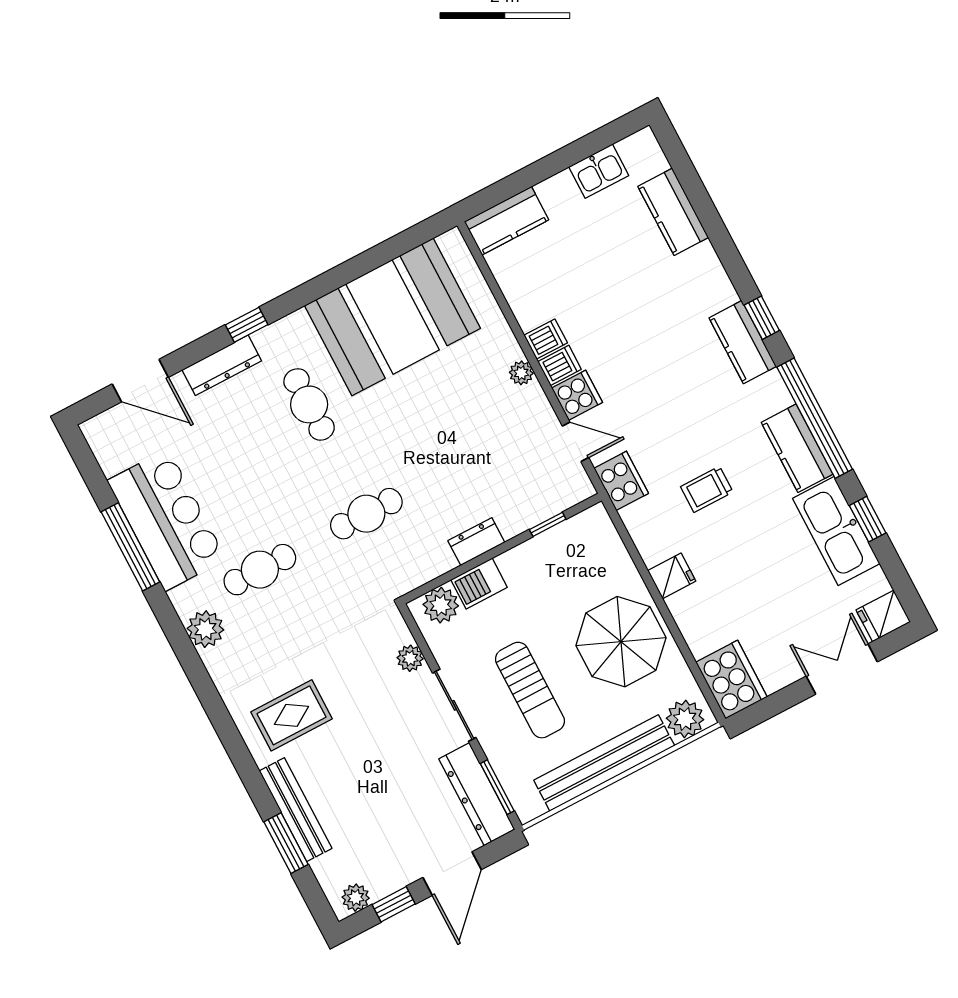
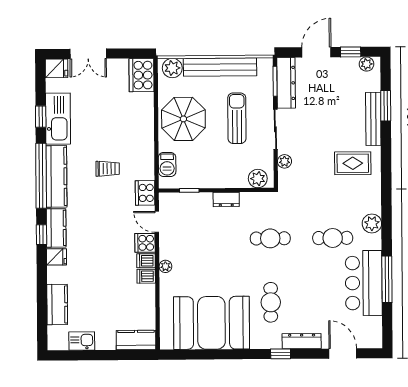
kitchen counter: (797, 448) -> (56, 176), width x1.50
fridge: (672, 576) -> (57, 257), moved, turned 180
barbecue: (479, 584) -> (167, 165), moved, turned 90

